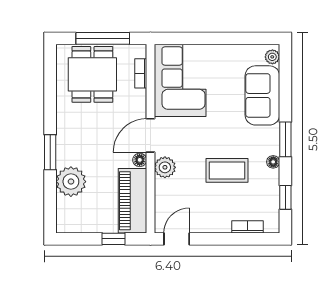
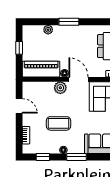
coffee table: (227, 170) -> (59, 123), turned 90
plant: (71, 182) -> (48, 30), width x0.53, depth x0.53
window: (113, 239) -> (19, 48), moved
door: (177, 239) -> (19, 106), moved

